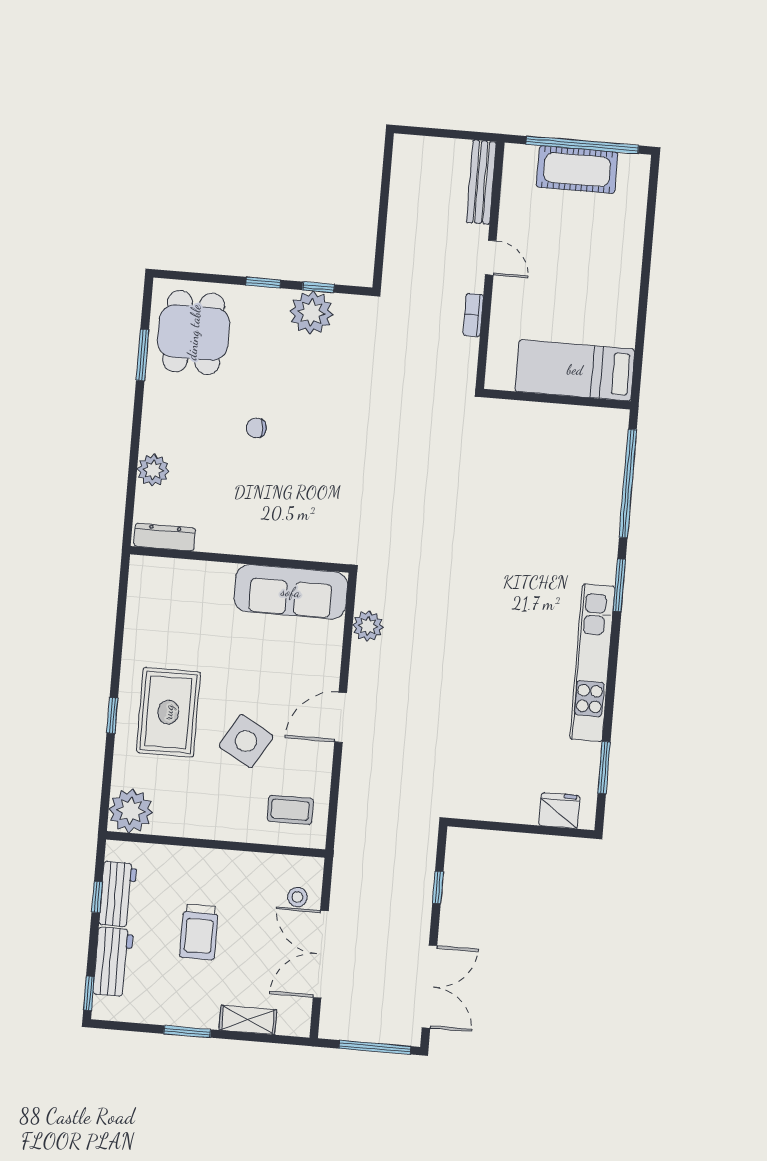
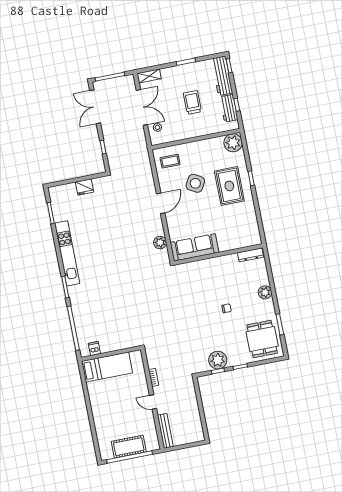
dishwasher: (592, 422) -> (94, 349), added
plant: (153, 470) -> (265, 292), moved
fridge: (559, 811) -> (85, 187), moved
workbench: (113, 962) -> (222, 76), width x1.37
shelving: (248, 1020) -> (149, 76), moved

